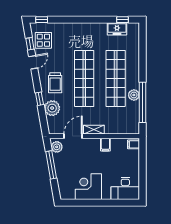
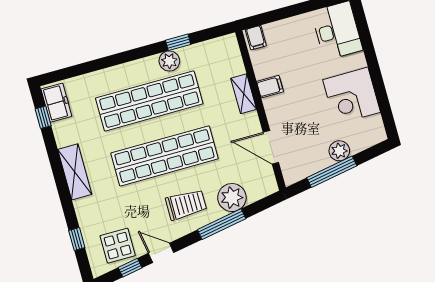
window: (42, 20) -> (77, 239), moved
shelving: (89, 28) -> (75, 172), added
freezer: (117, 29) -> (56, 103), moved
window: (40, 99) -> (222, 224), width x2.17
window: (143, 102) -> (178, 42), width x0.32
shelving: (94, 130) -> (244, 94), moved
plant: (57, 147) -> (339, 151), moved

